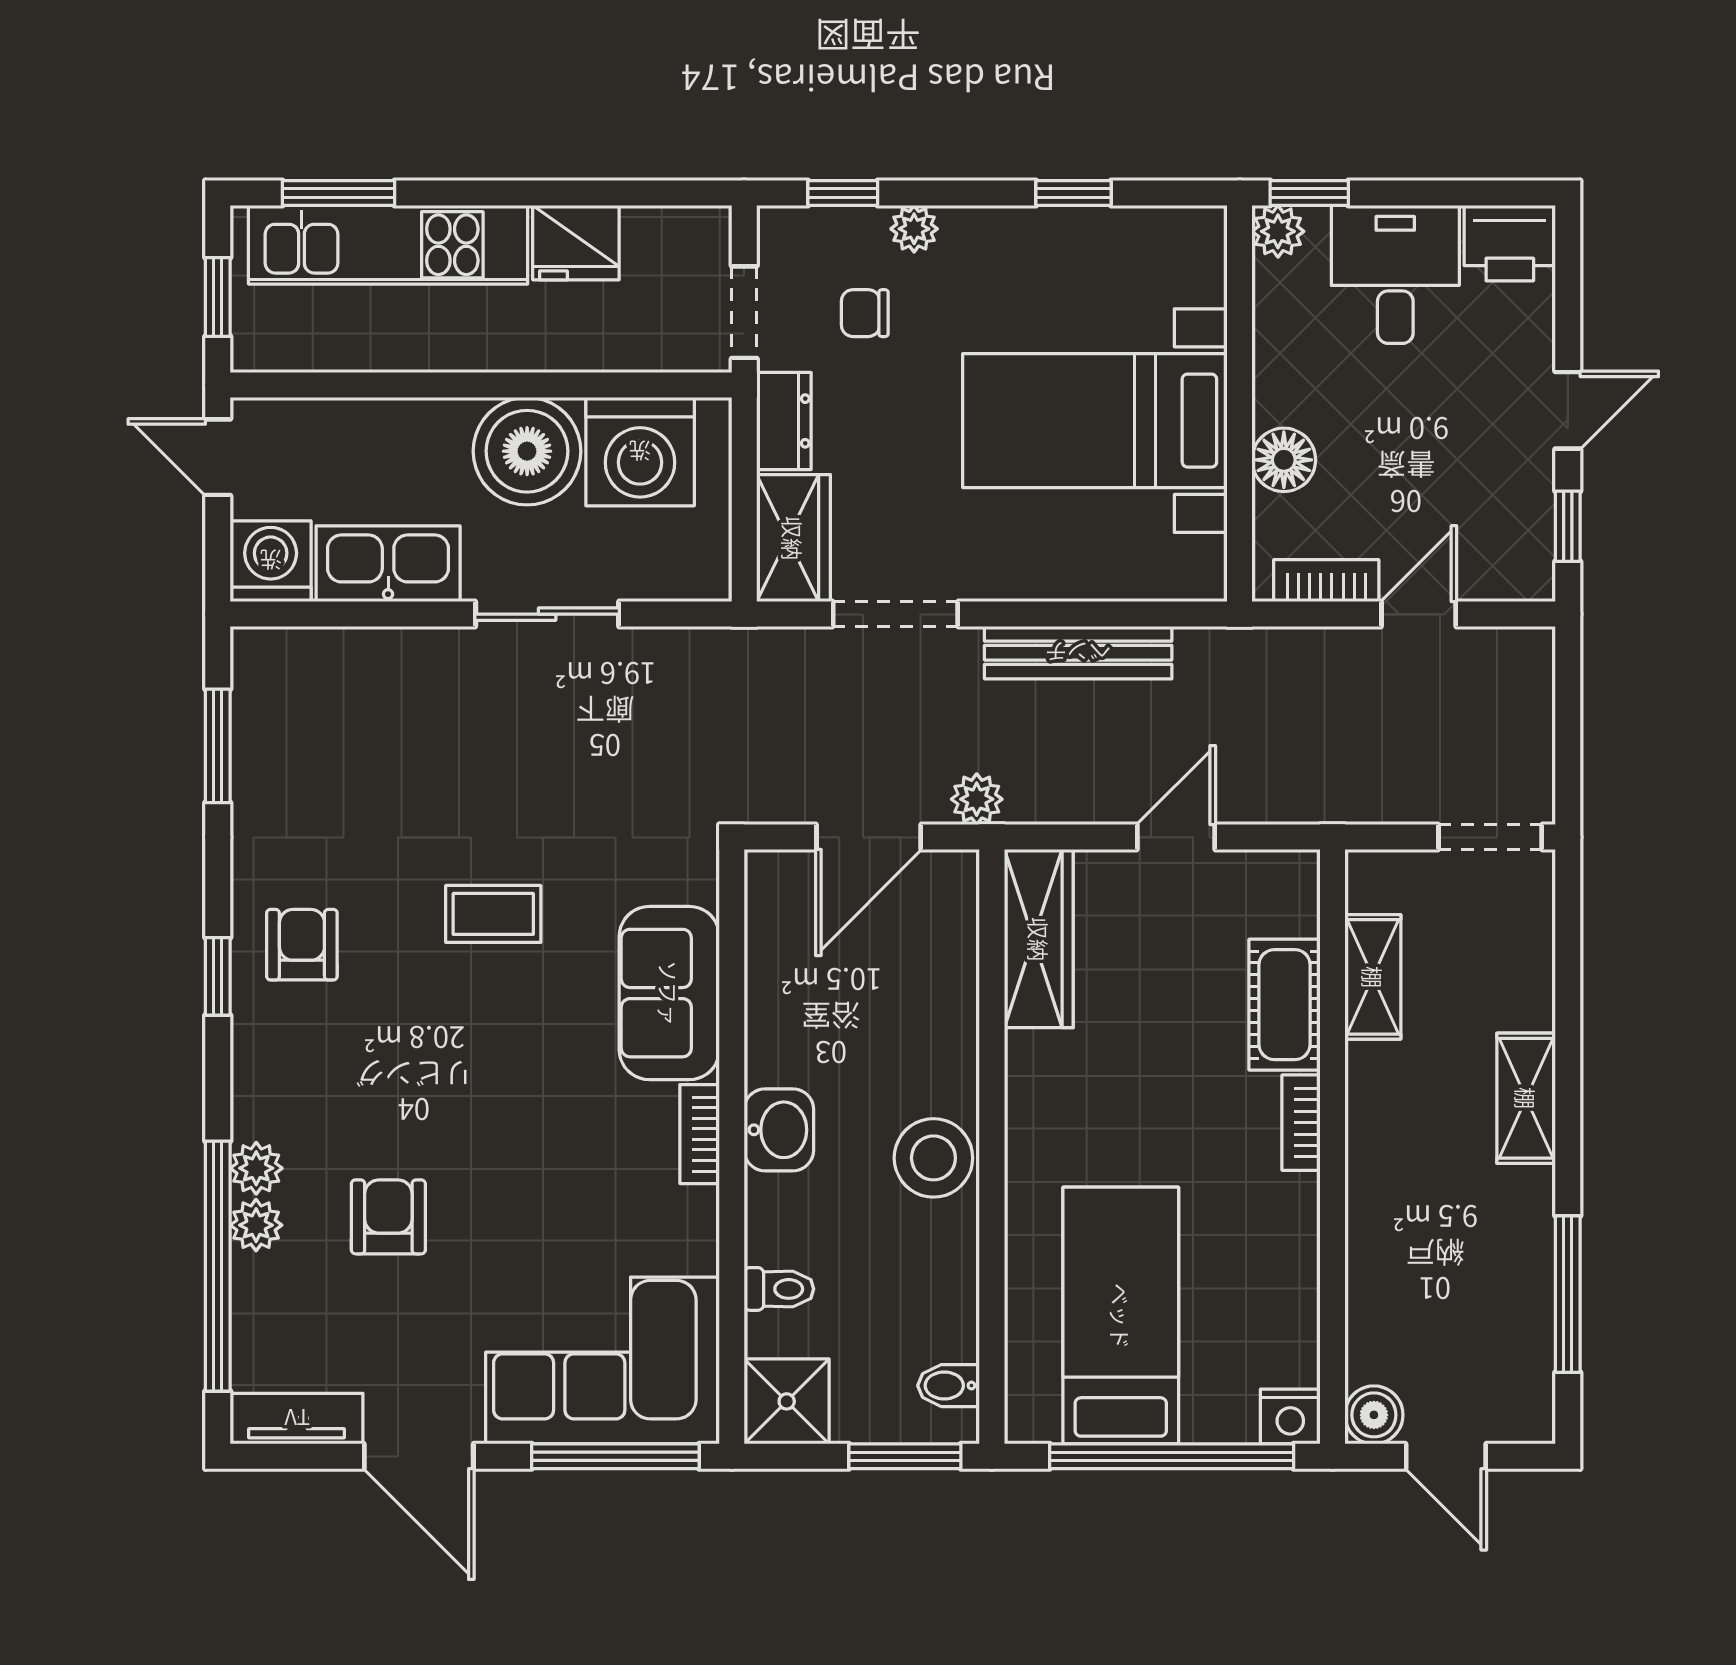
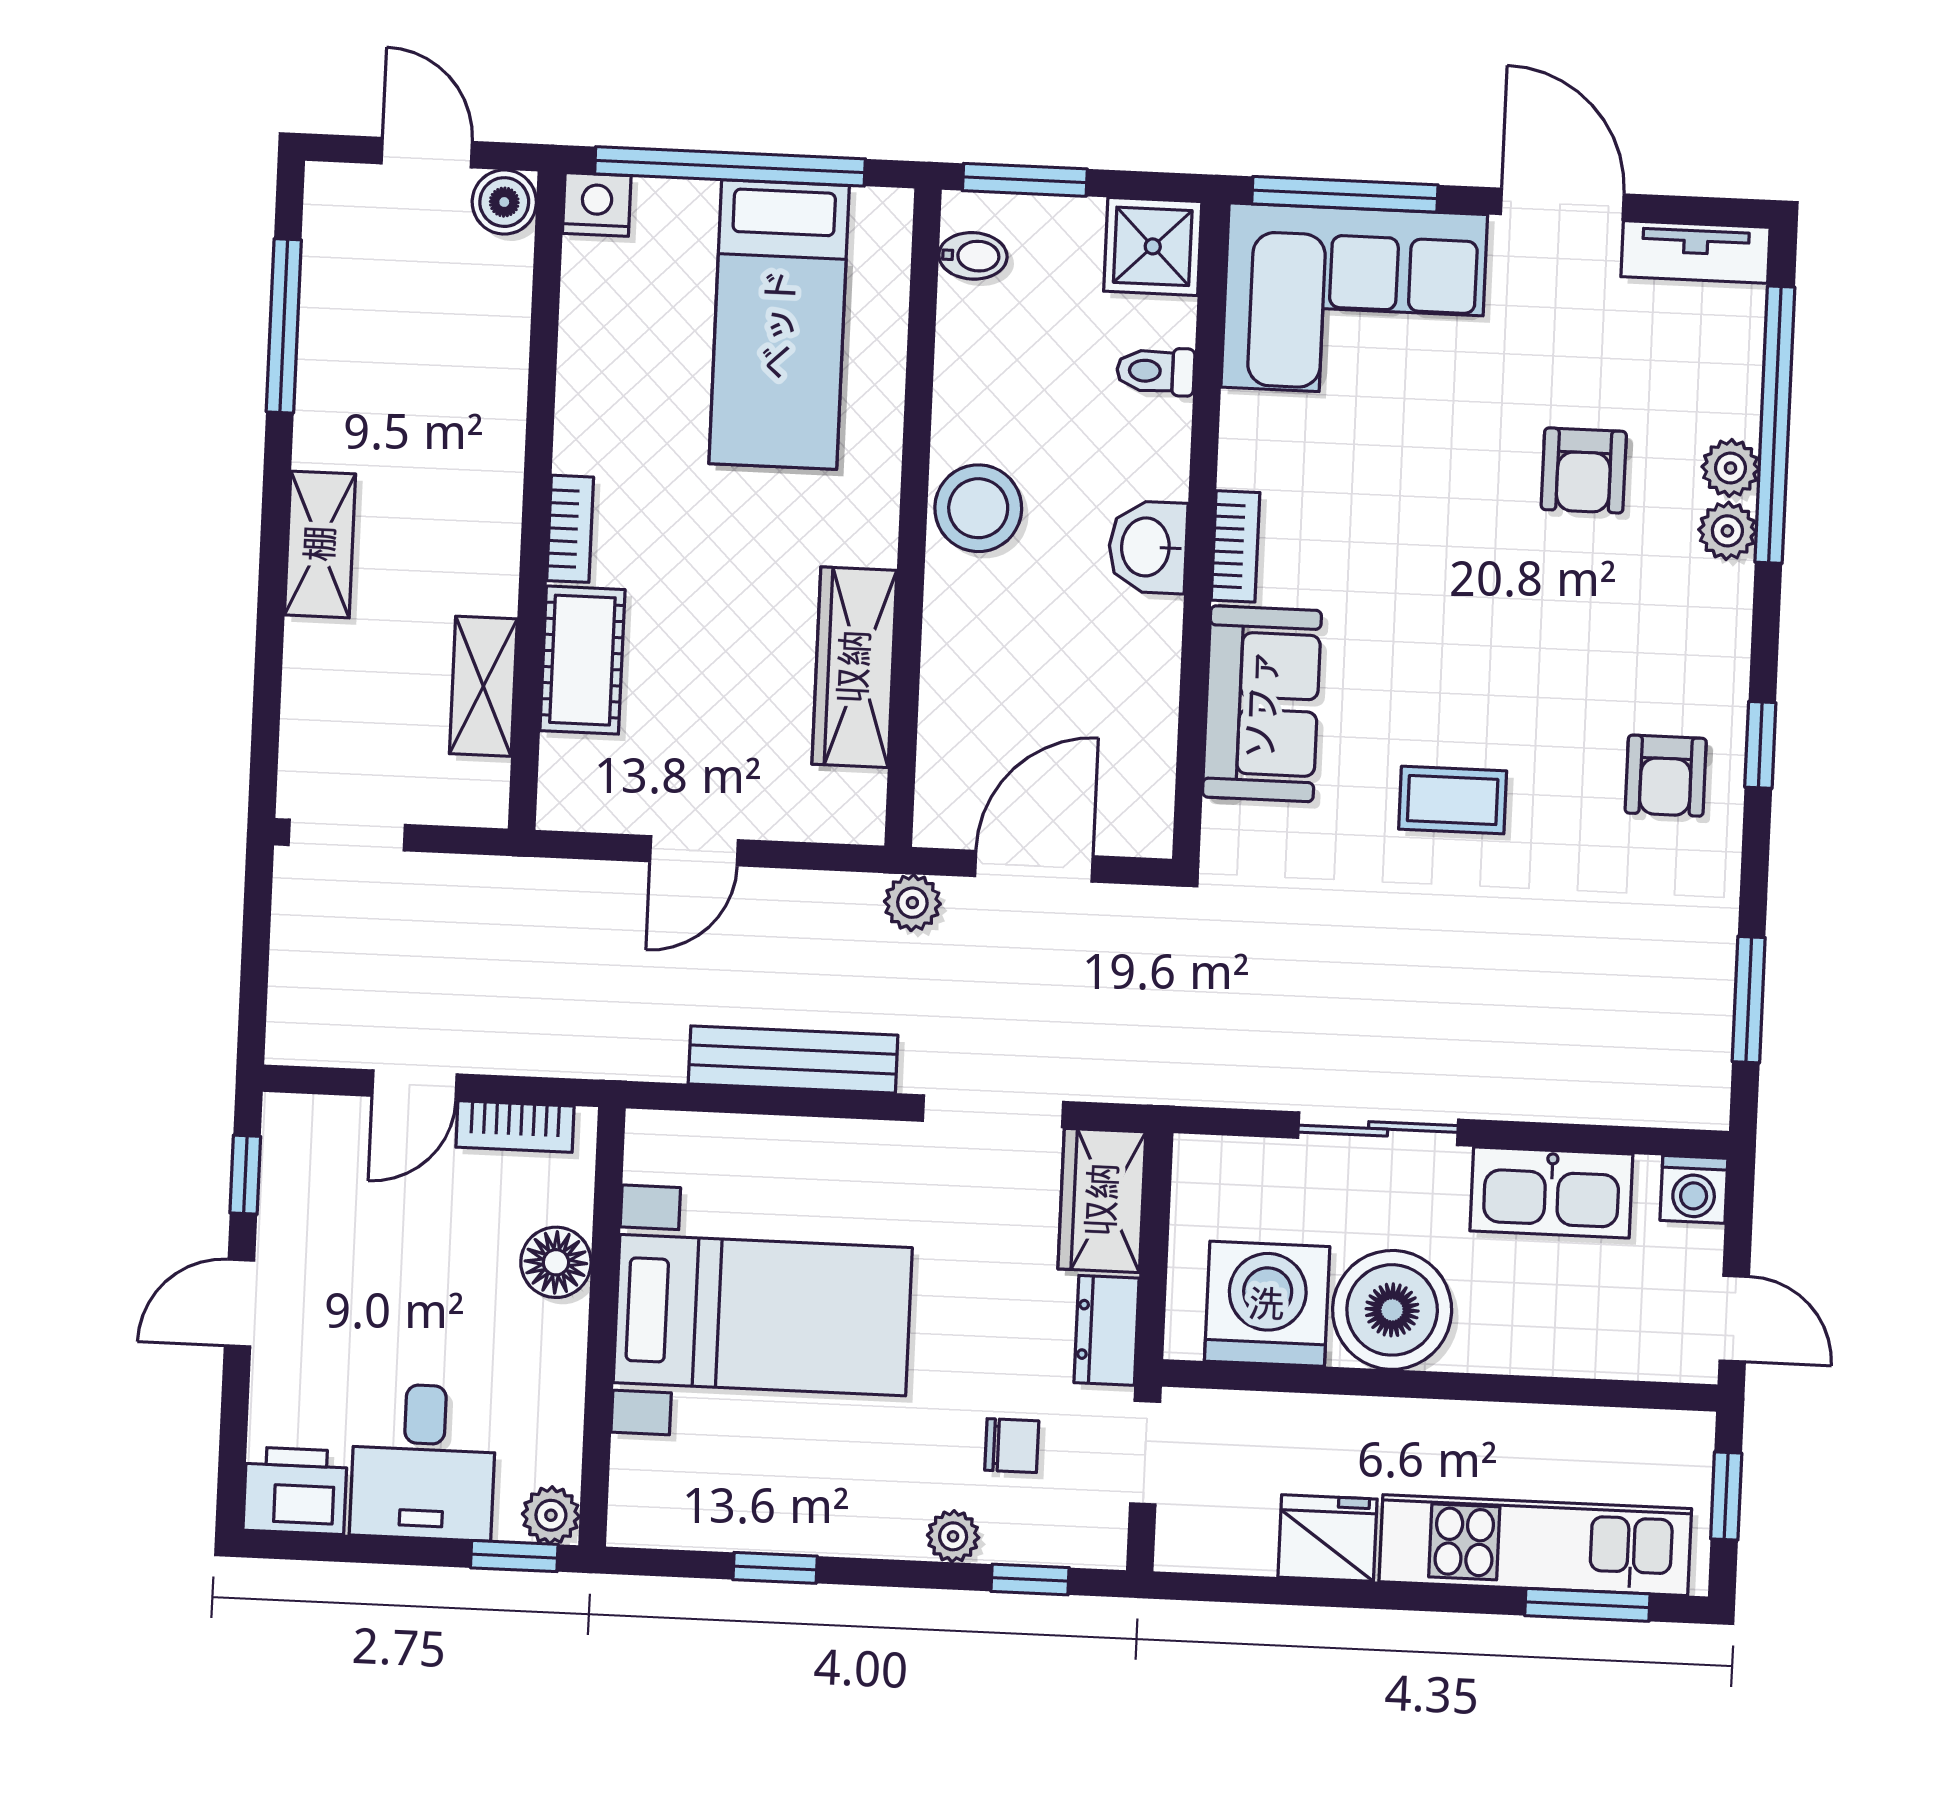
washing machine: (271, 561) -> (1694, 1189), width x0.73, depth x0.73
wardrobe: (1039, 939) -> (854, 667), moved

